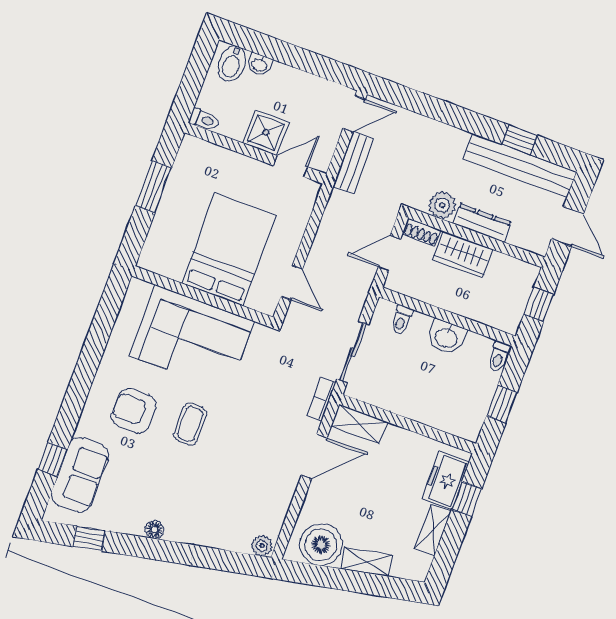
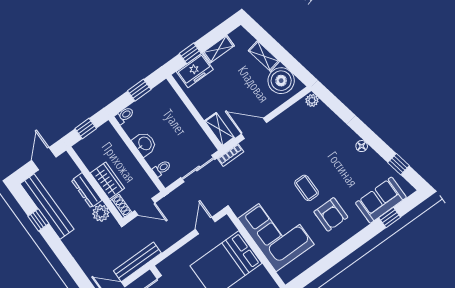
bench: (353, 163) -> (137, 262), width x1.36
coffee table: (190, 424) -> (307, 188), turned 90

